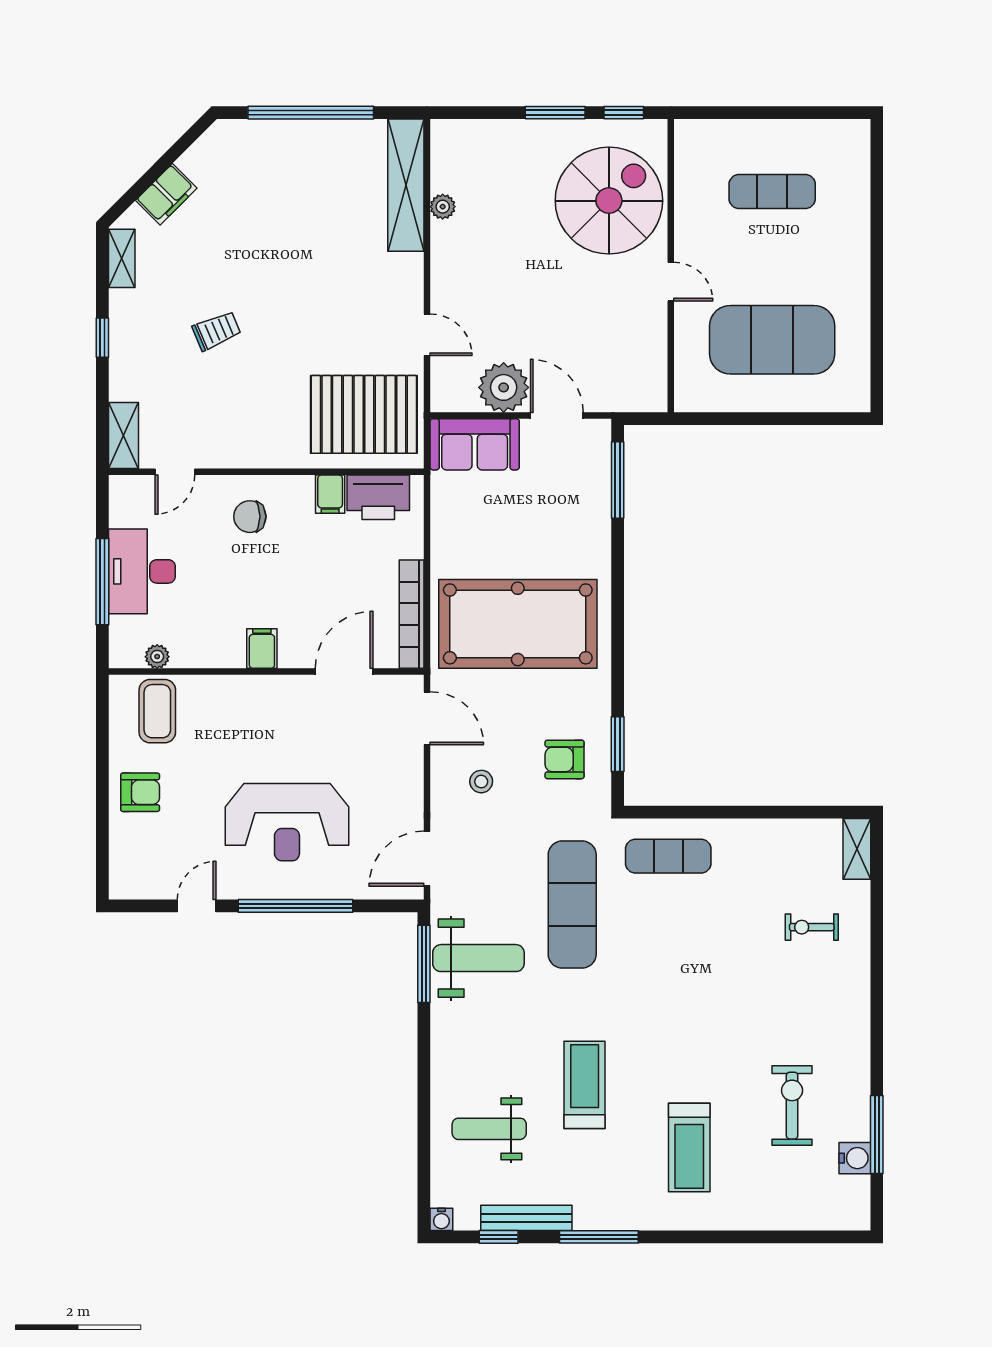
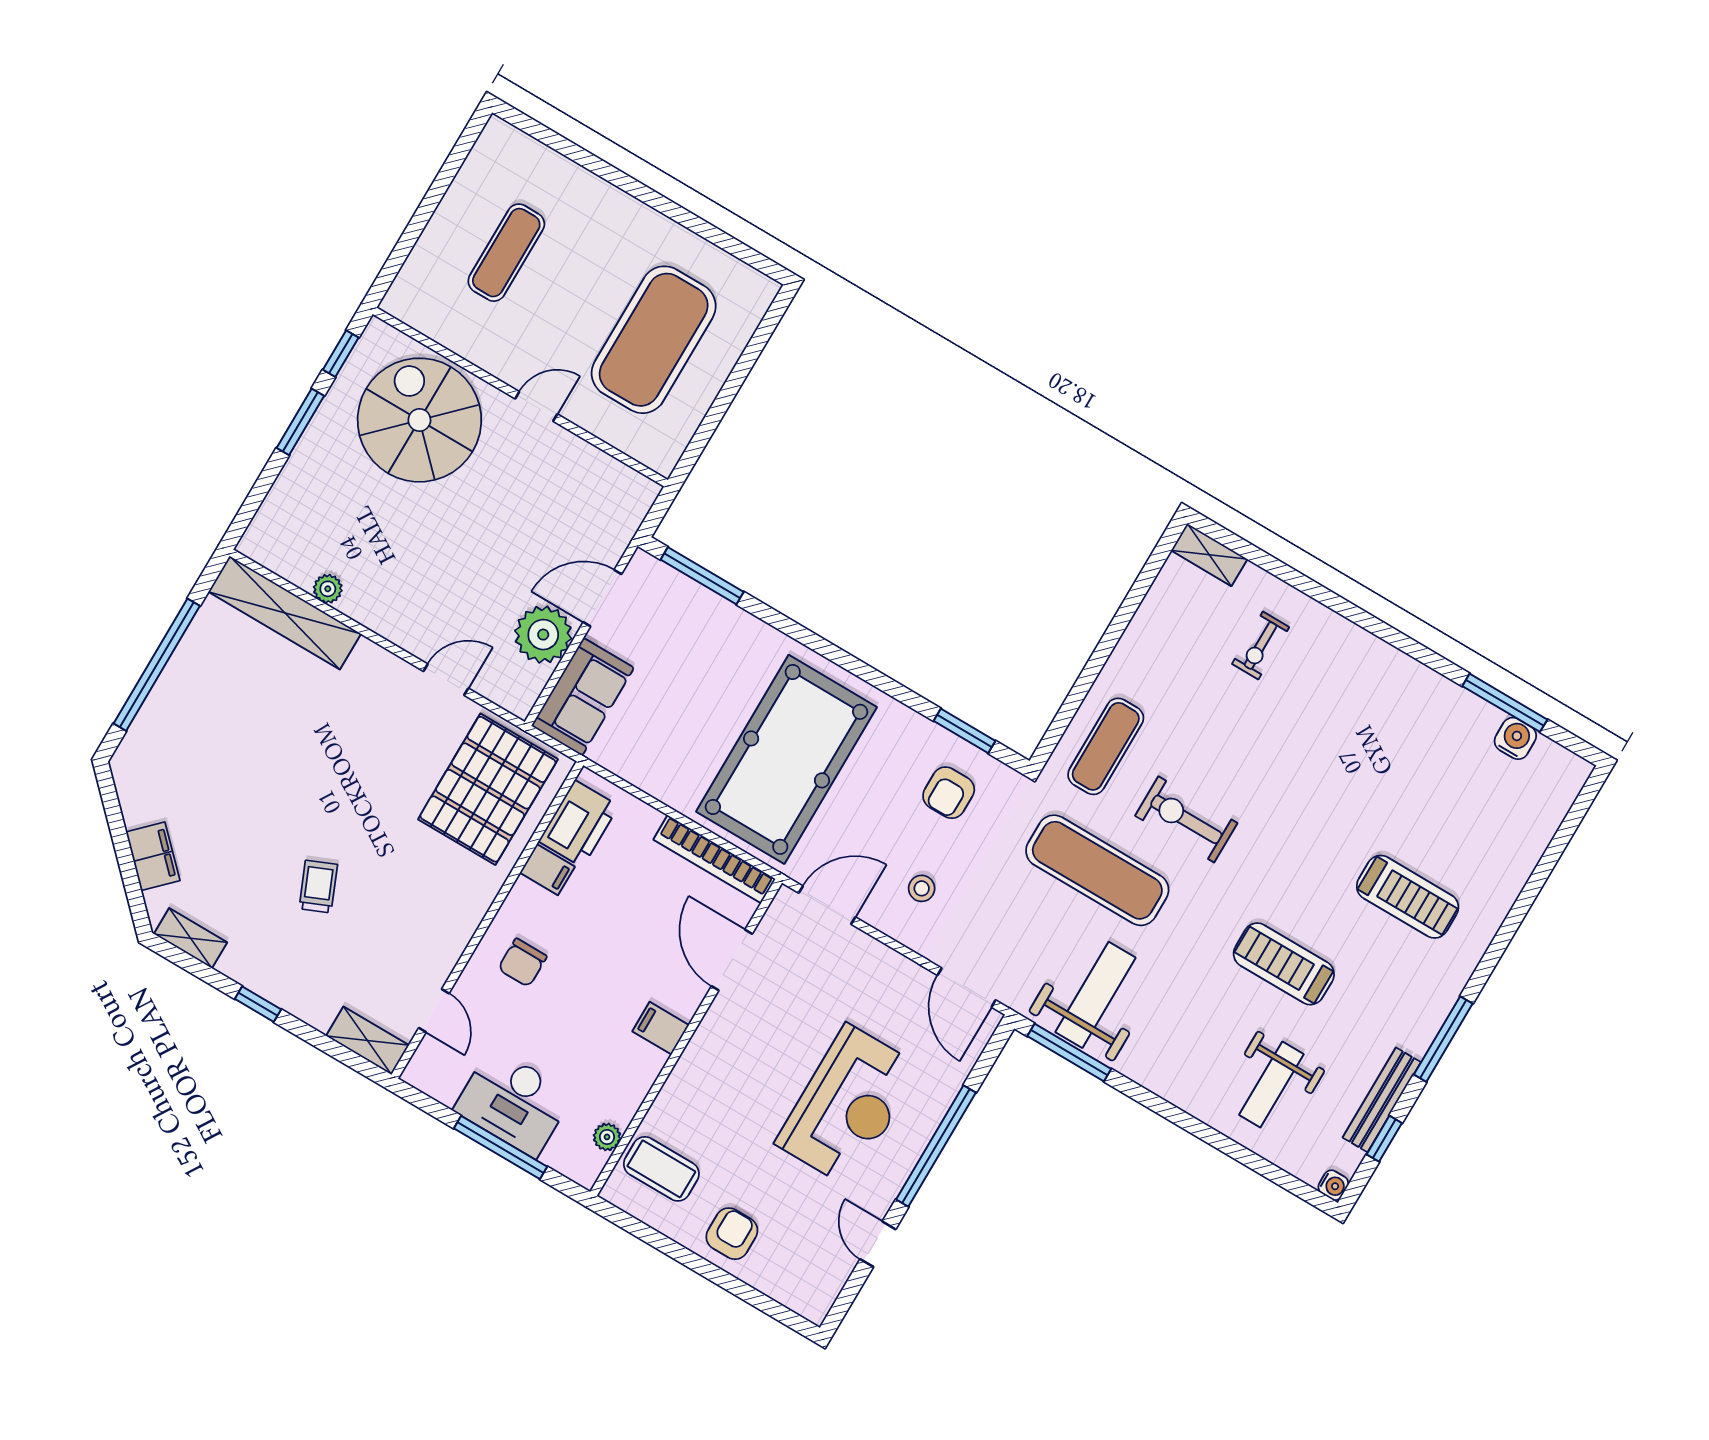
exercise bike: (792, 1106) -> (1186, 819), moved

